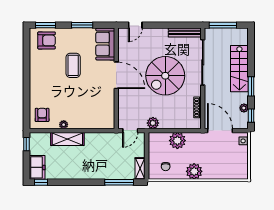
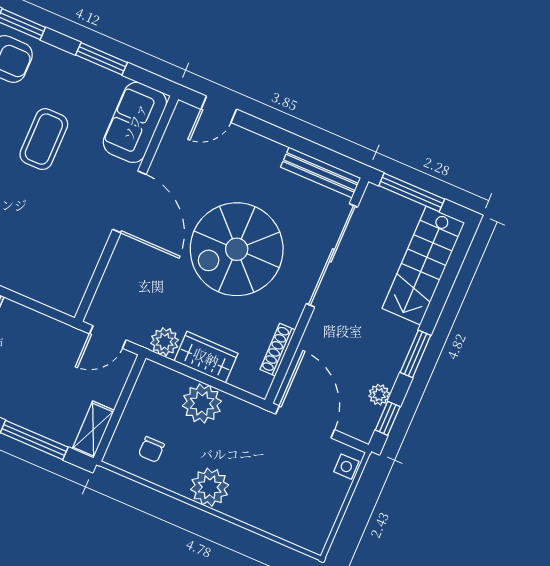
stairs: (239, 69) -> (423, 265), moved
wardrobe: (171, 122) -> (206, 357), added

